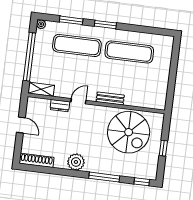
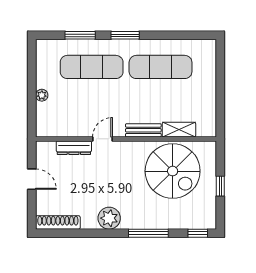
plant: (41, 24) -> (42, 95), moved
window: (29, 57) -> (32, 89), removed
shelving: (41, 89) -> (179, 130), moved
dresser: (60, 106) -> (74, 148), width x1.44

